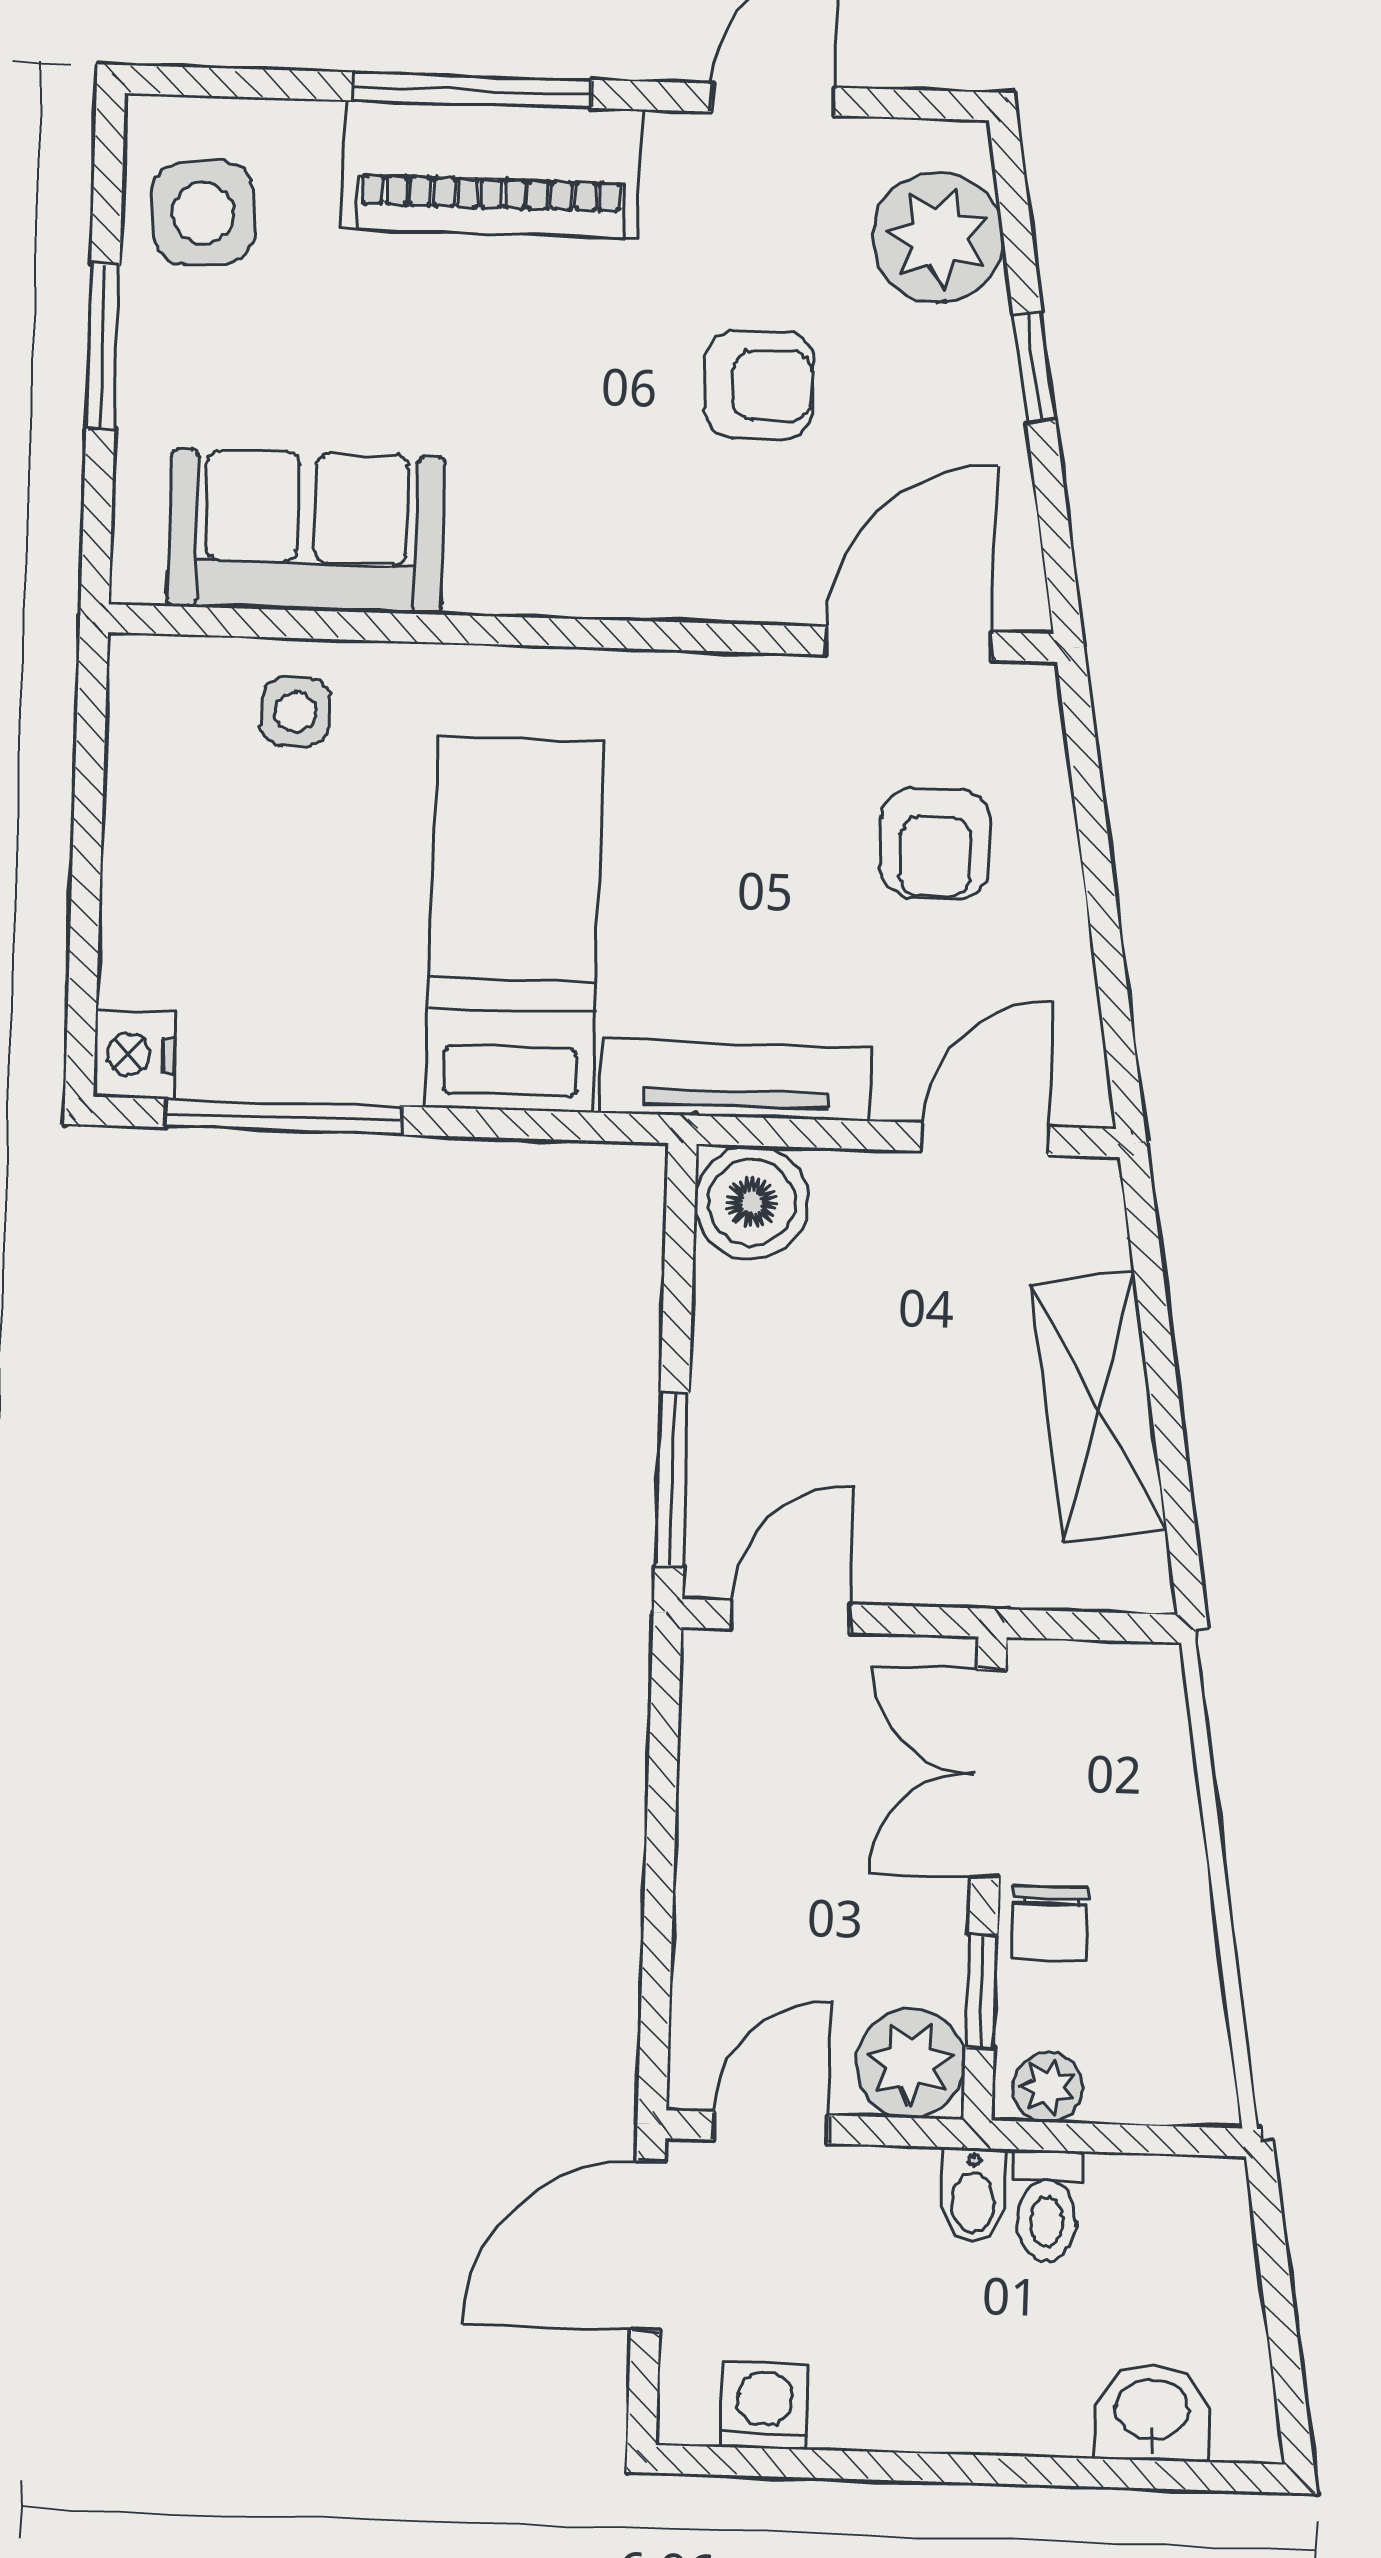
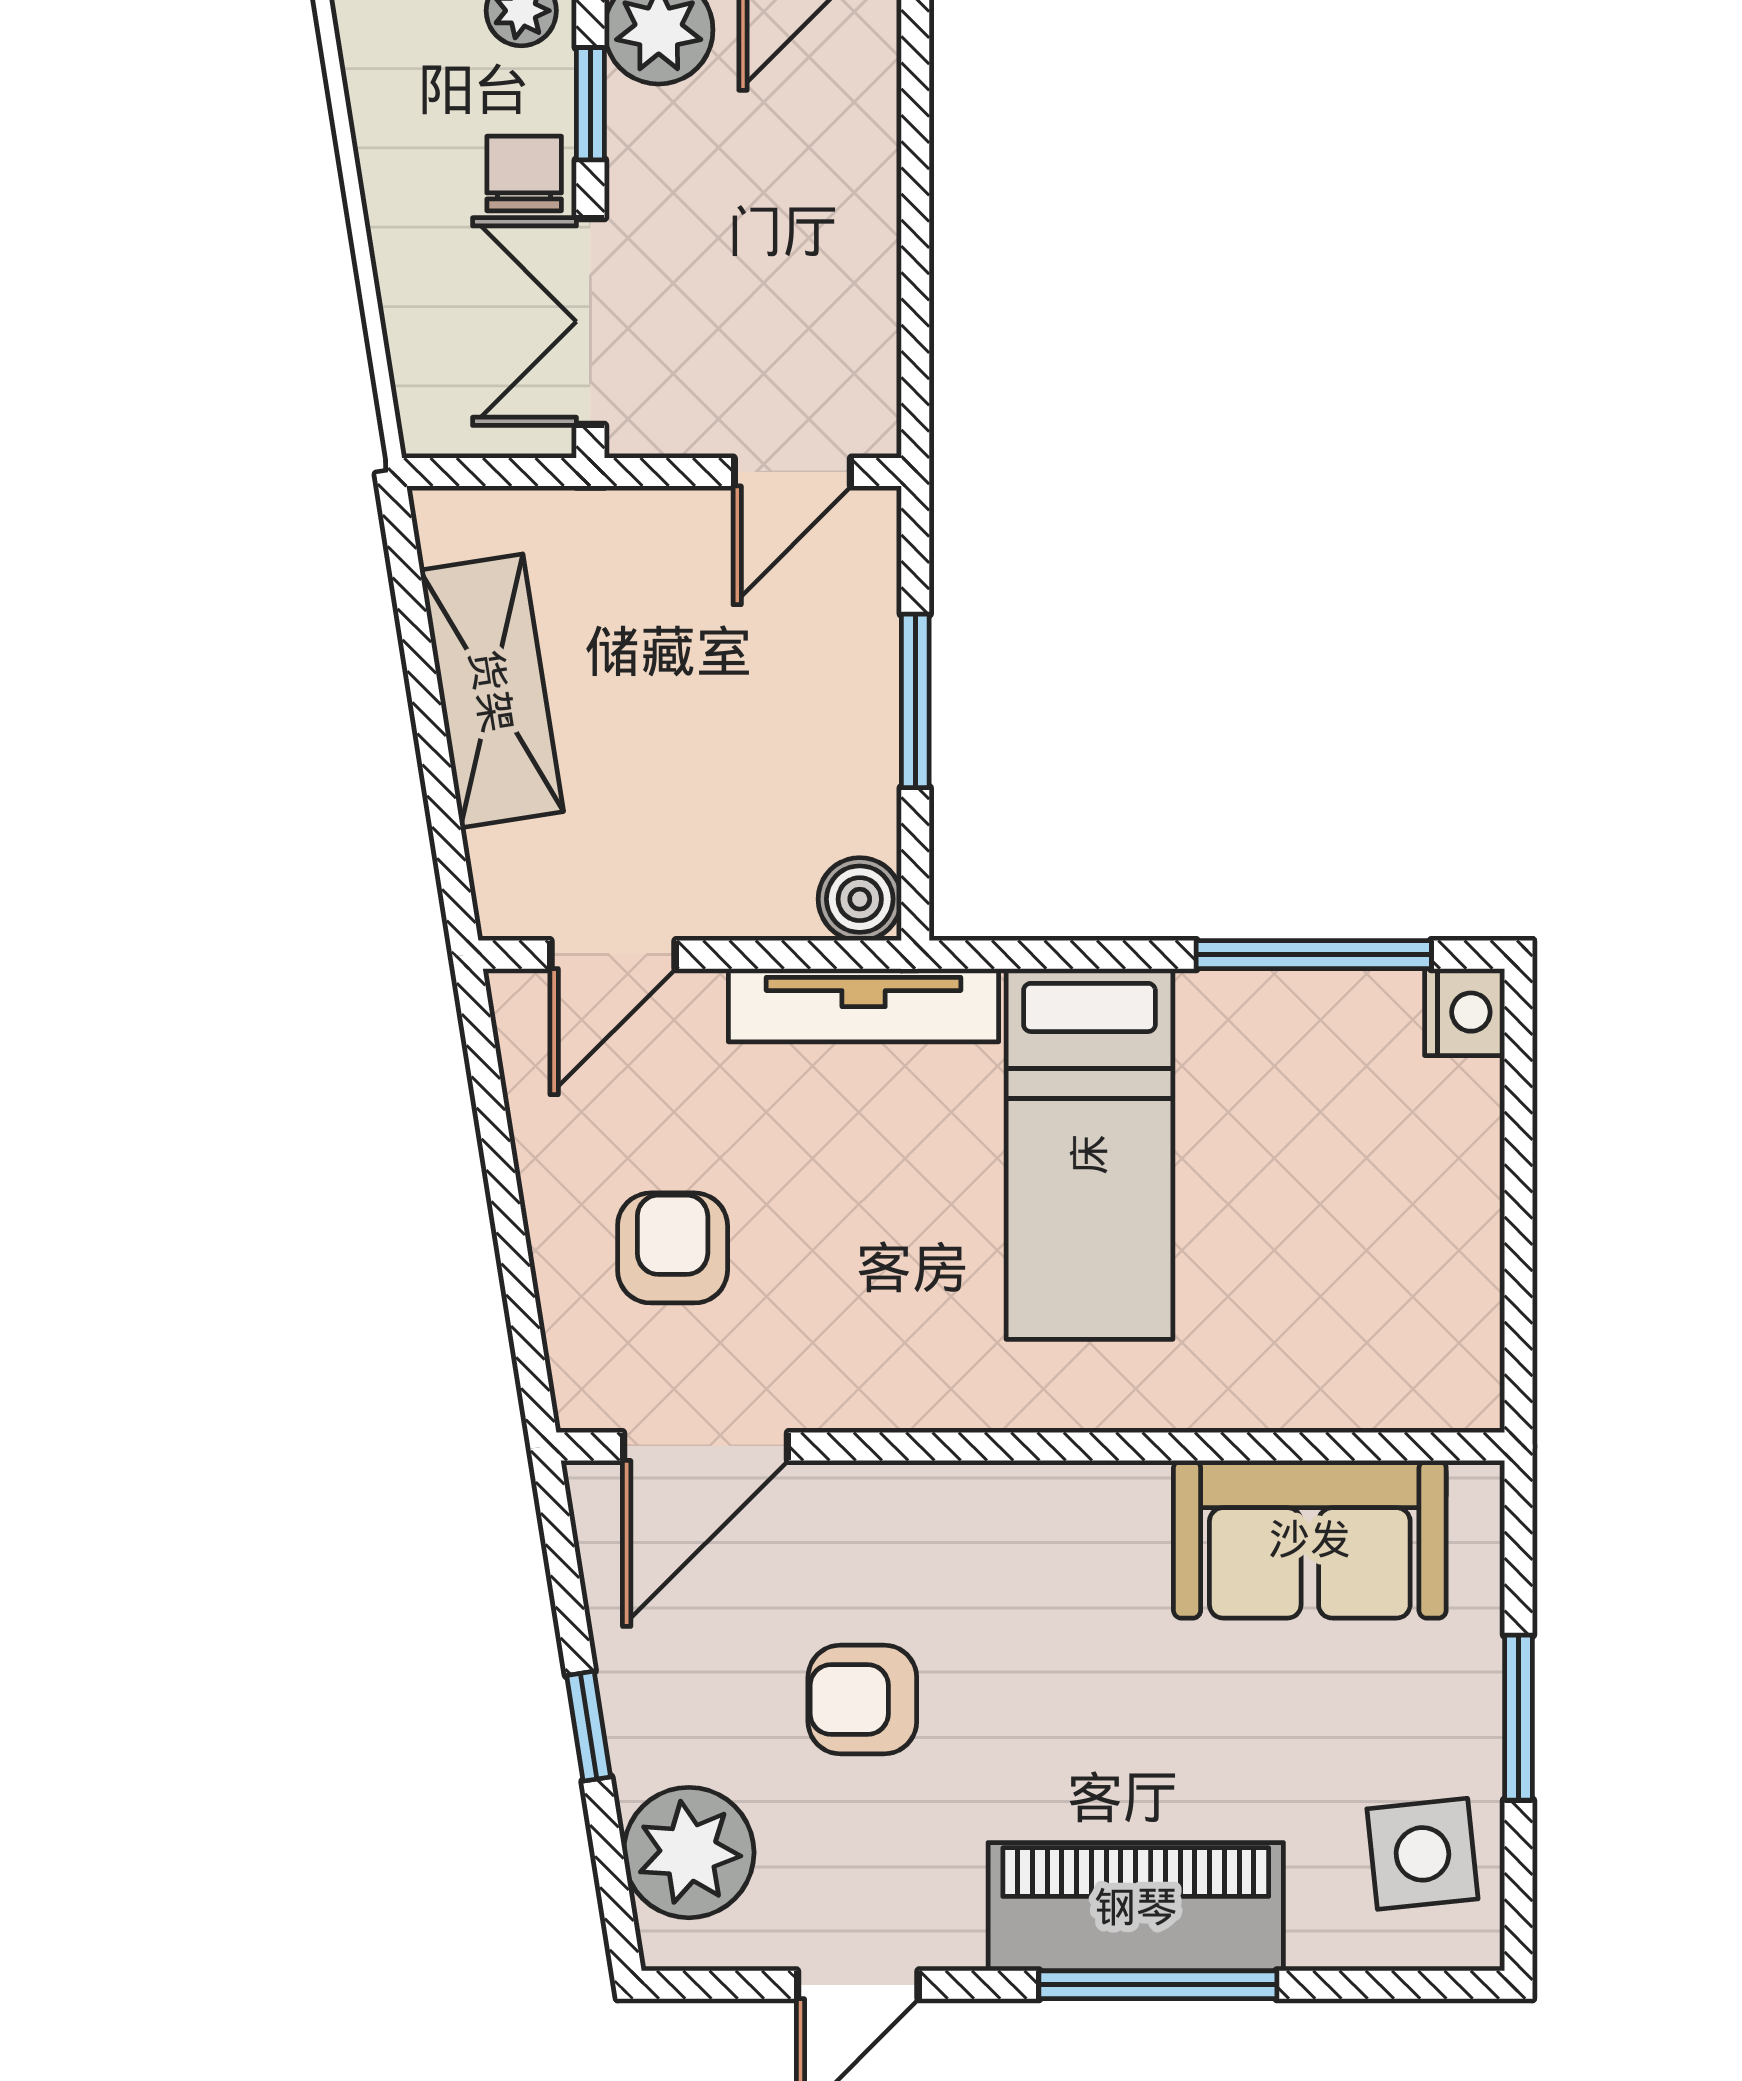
side table: (295, 712) -> (1315, 1359), removed
boiler: (751, 1202) -> (860, 899), width x0.73, depth x0.73
window: (672, 1480) -> (915, 701), moved
double door: (988, 1774) -> (590, 322), swing flipped

